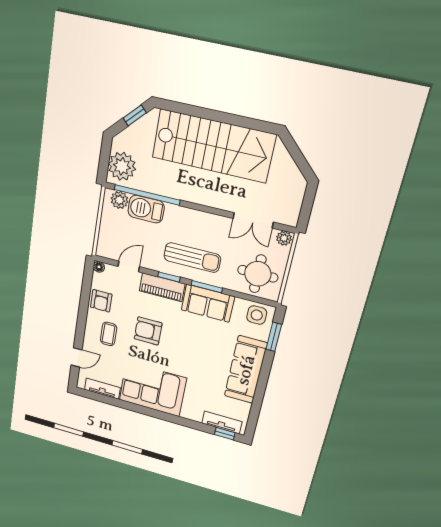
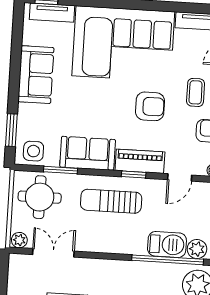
window: (207, 287) -> (60, 170), moved
sofa: (246, 370) -> (36, 75), width x0.73
corner sofa: (153, 389) -> (123, 44), width x1.36, depth x1.36

